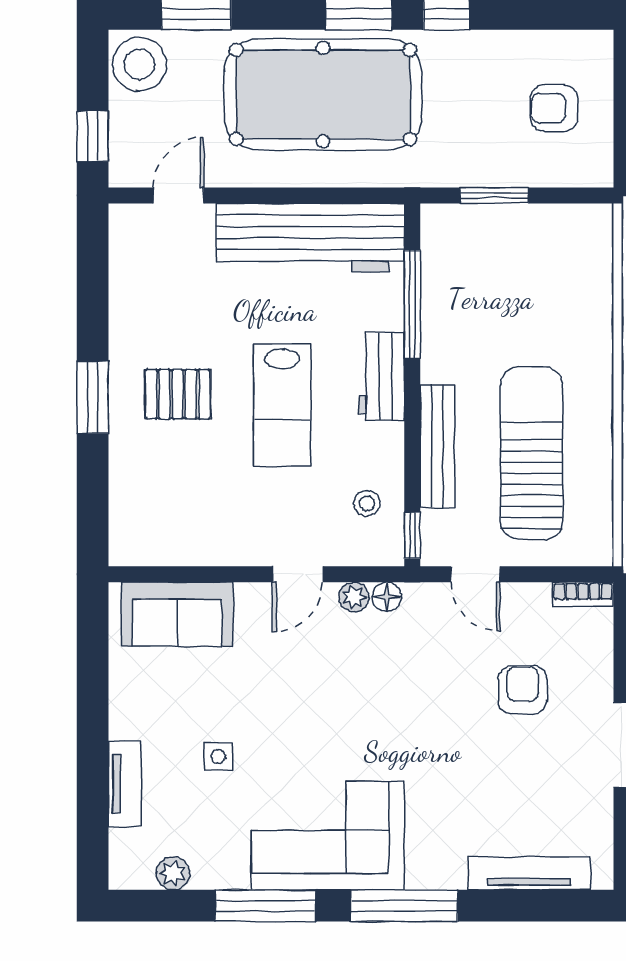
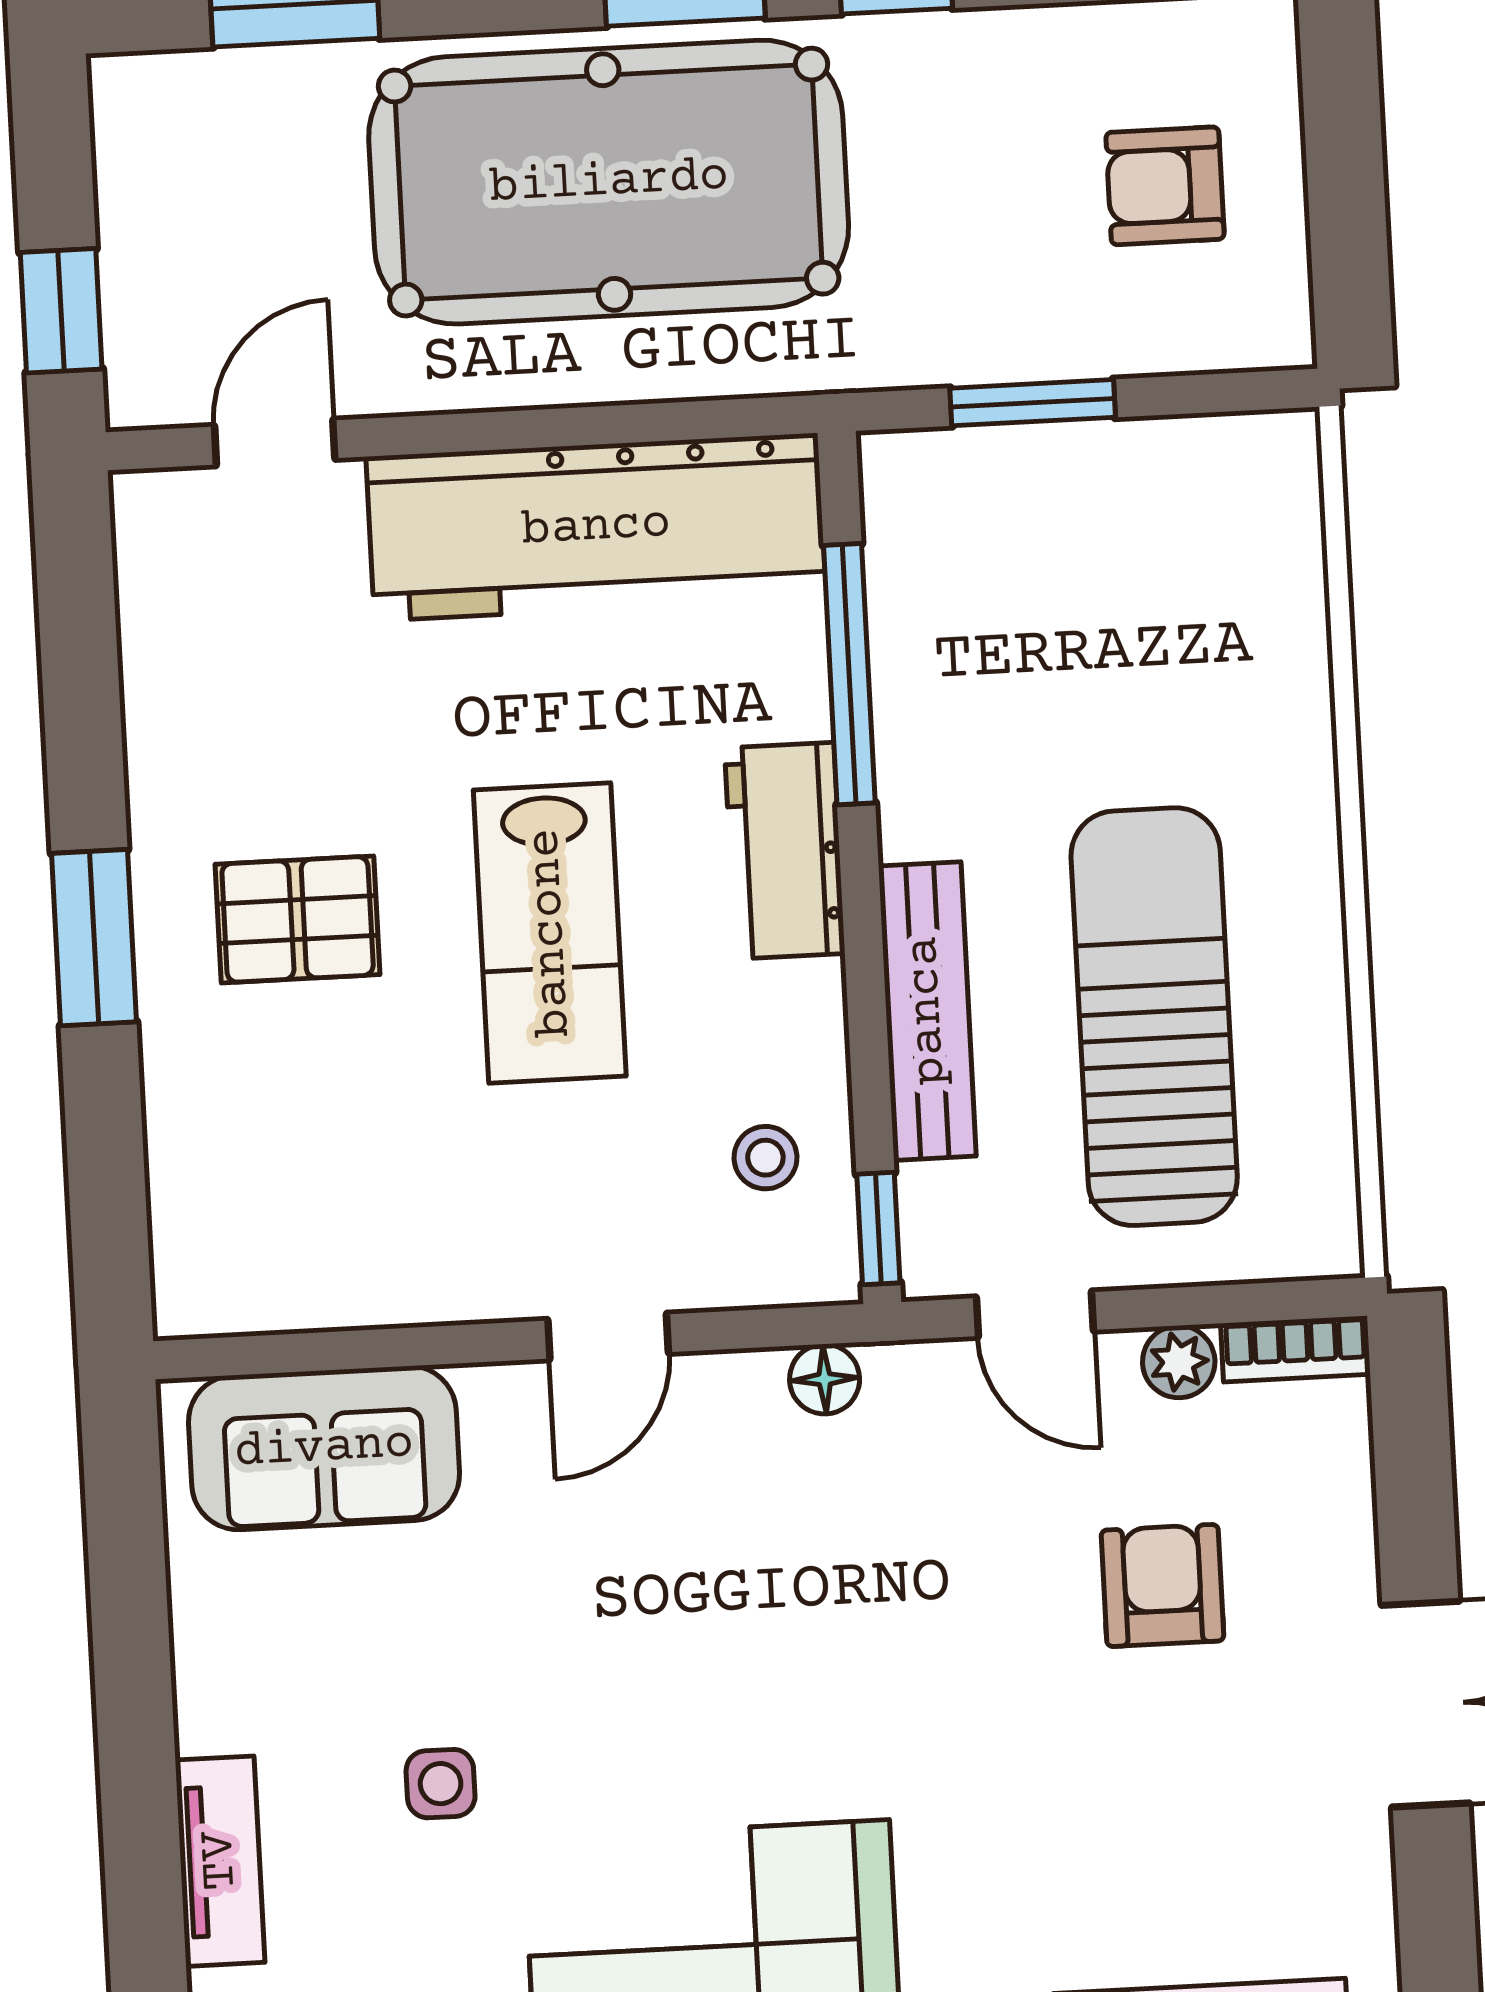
stool: (139, 64) -> (164, 133), removed
plant: (354, 597) -> (1179, 1362), moved

